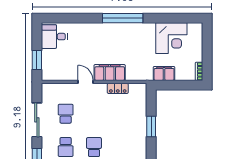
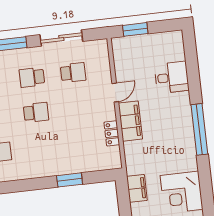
desk: (54, 37) -> (172, 77), moved, turned 90

